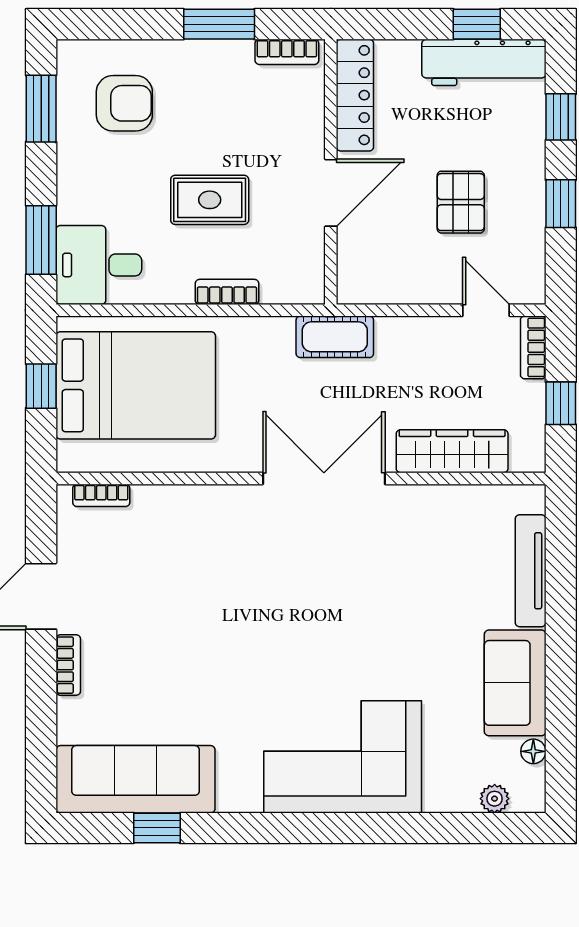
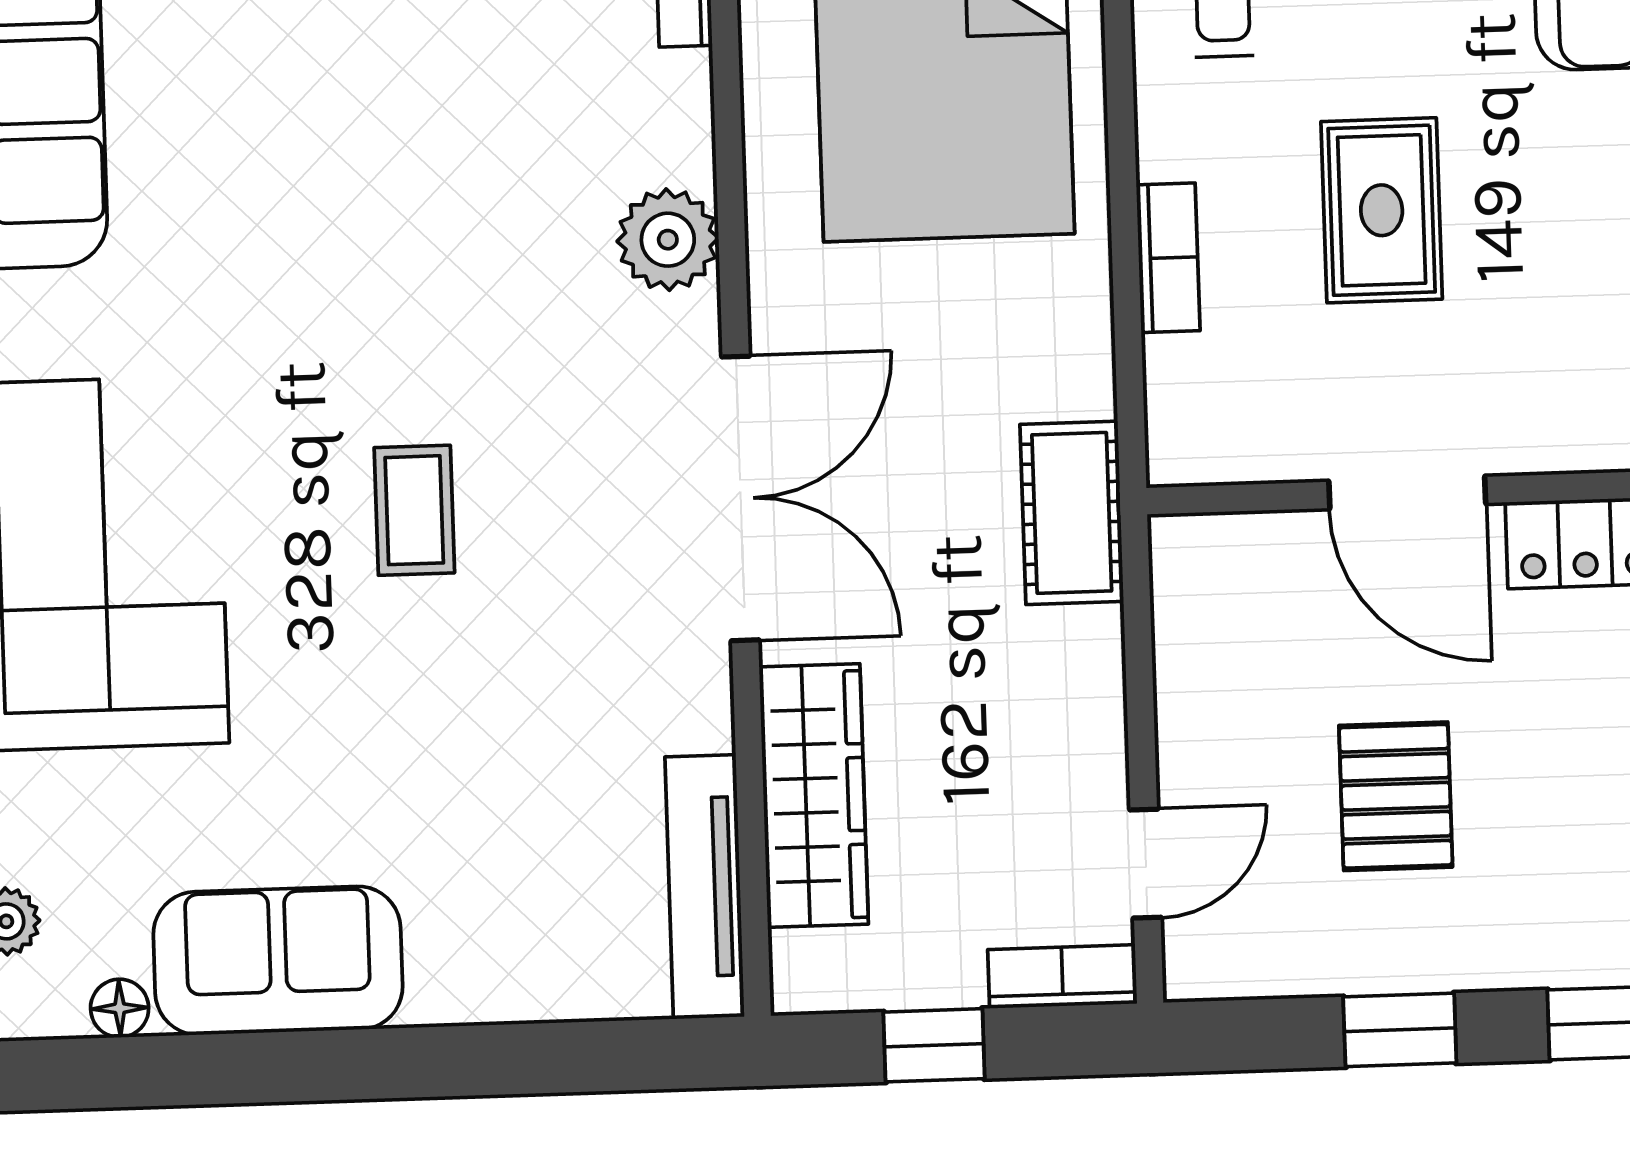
pallet: (461, 202) -> (1396, 796), turned 90
plant: (212, 506) -> (668, 240), added
tv unit: (531, 571) -> (705, 887), moved, turned -90
coffee table: (324, 618) -> (414, 510), added

